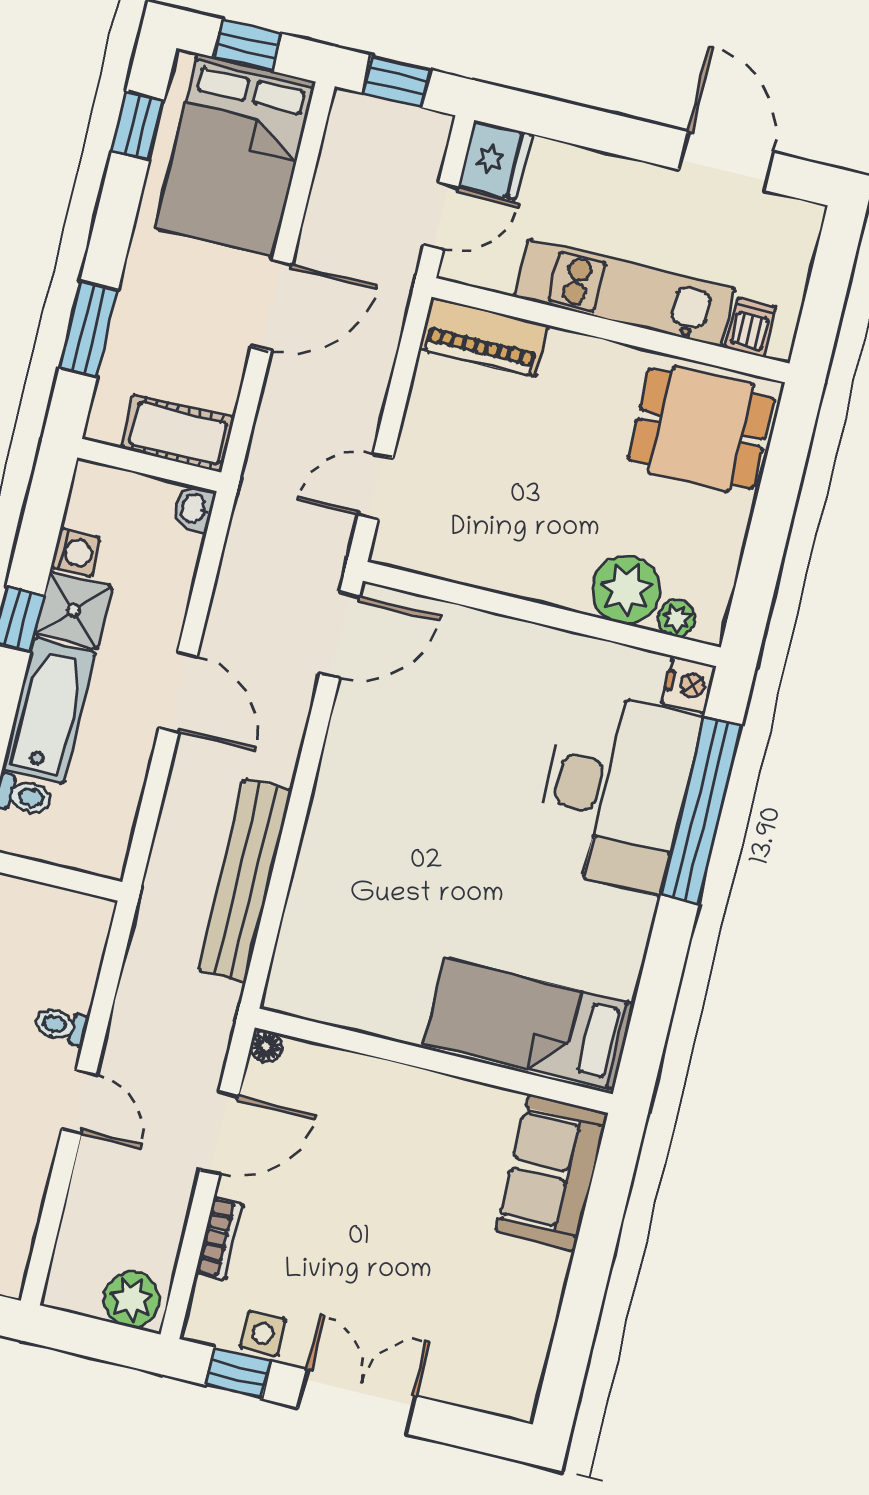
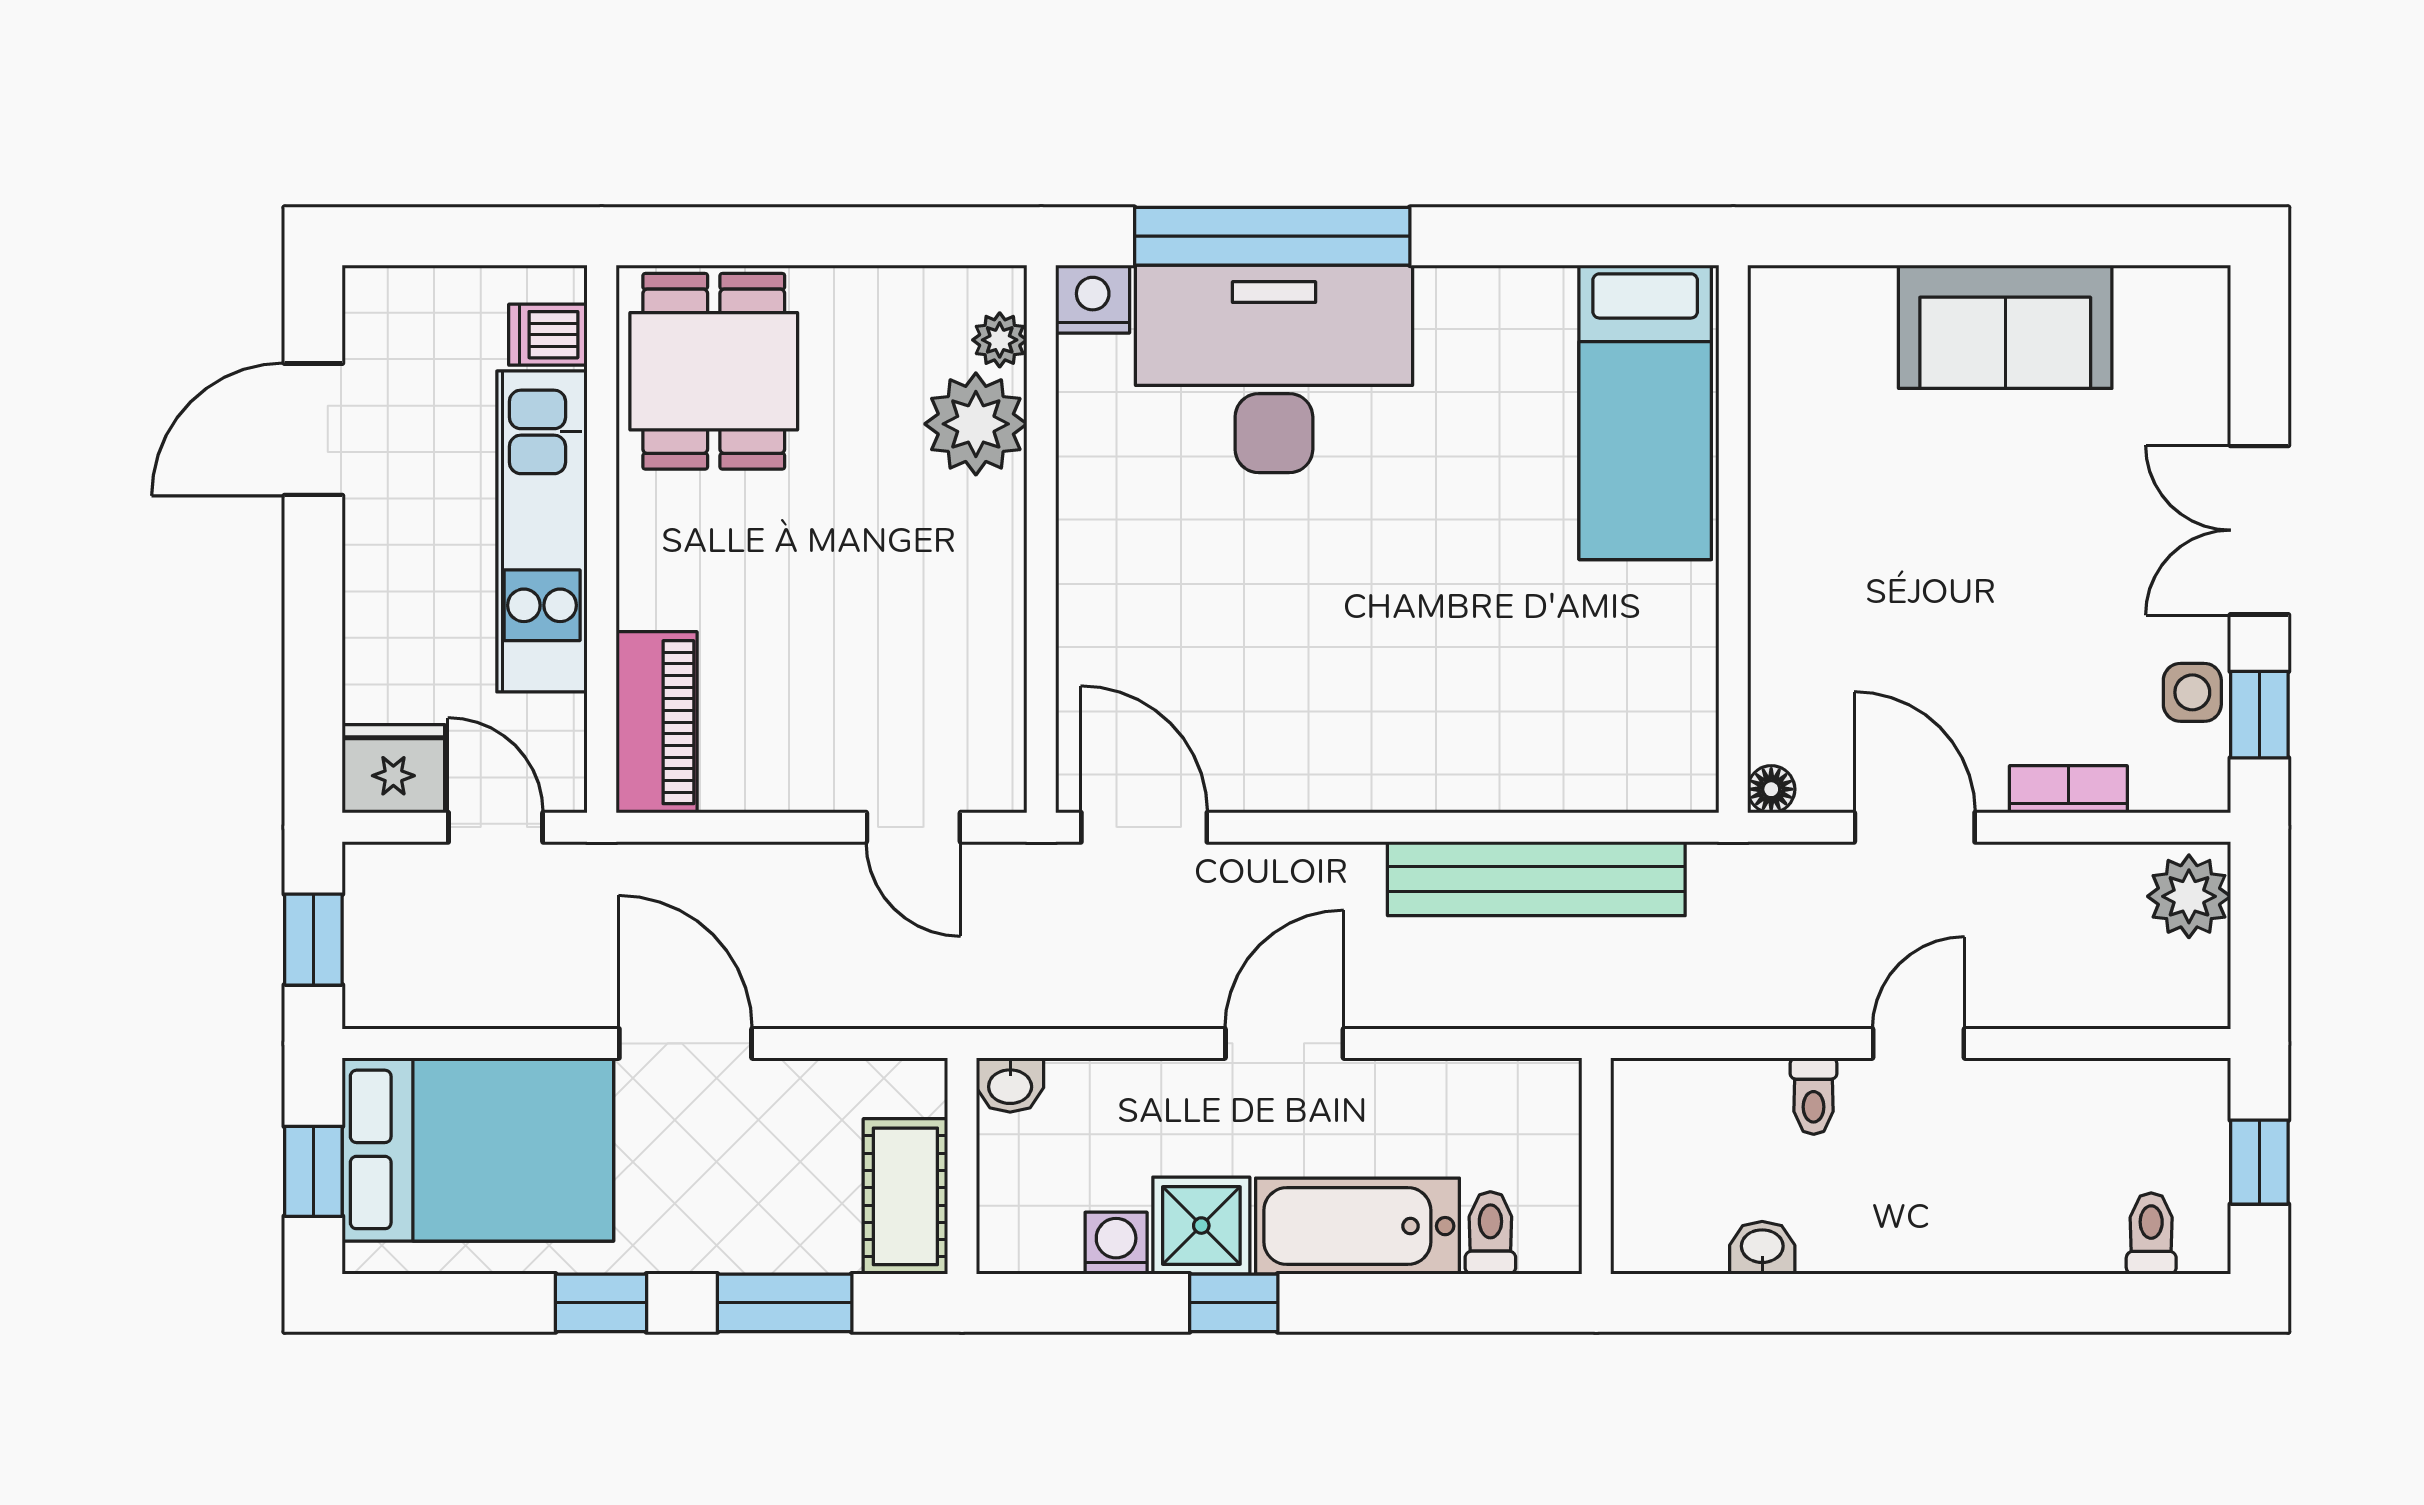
window: (138, 126) -> (601, 1303), moved
cot: (178, 433) -> (905, 1196), moved
sofa: (552, 1172) -> (2005, 327), moved

